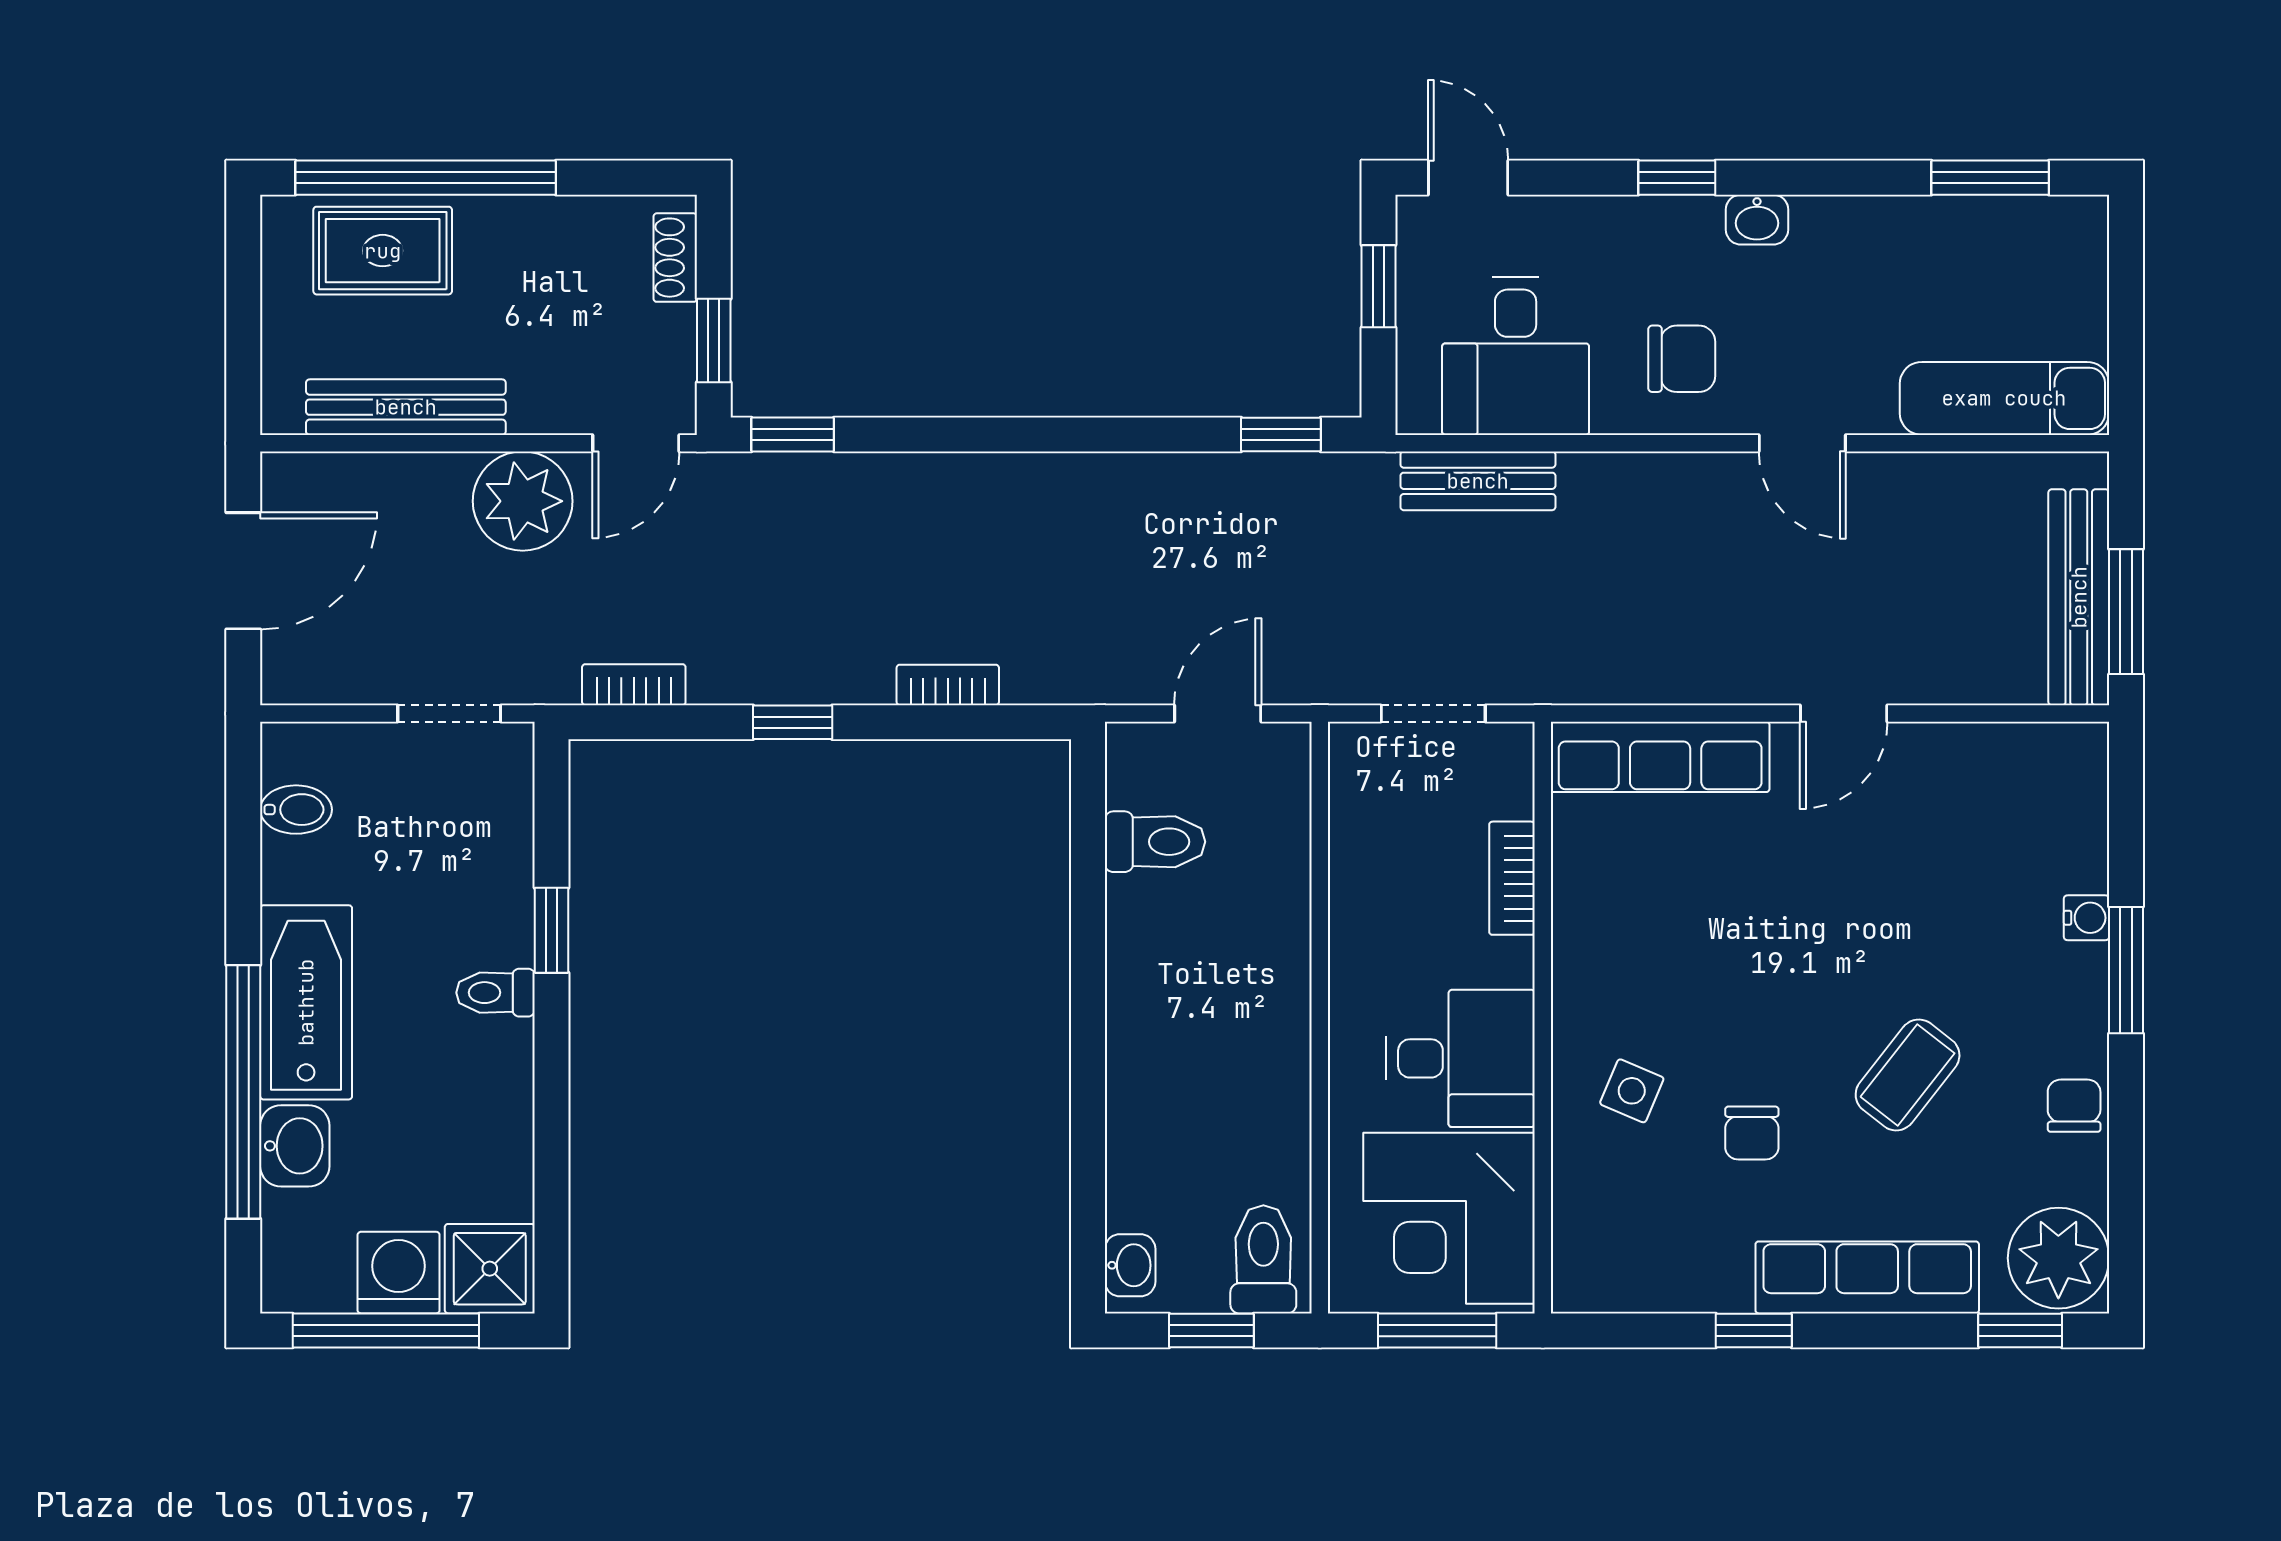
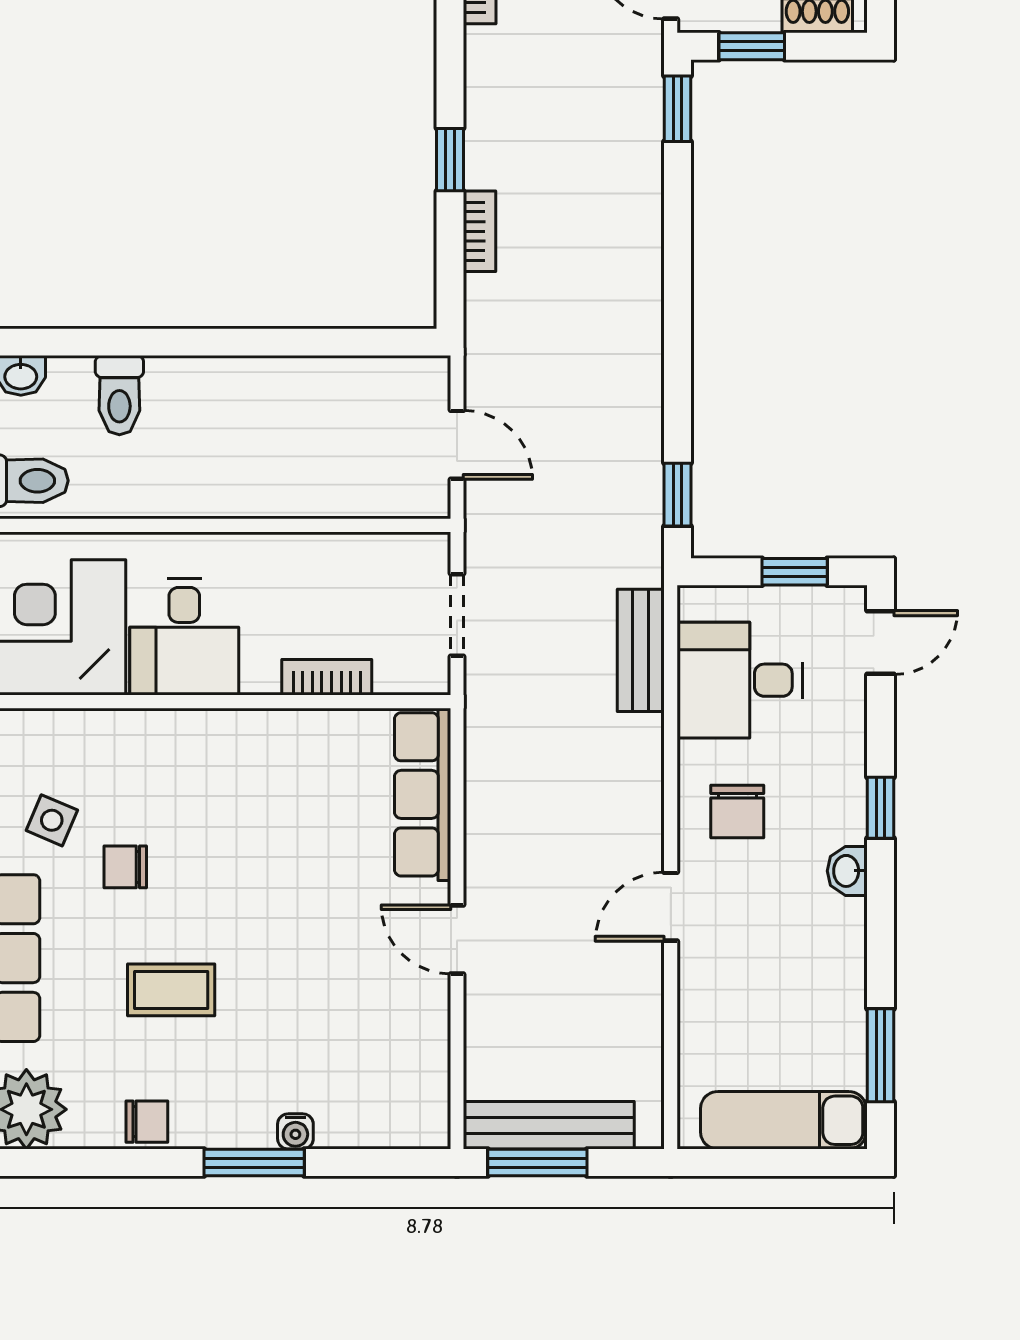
exam couch: (2004, 398) -> (783, 1120), moved, turned -90
window: (793, 722) -> (450, 160), moved
toilet: (1155, 842) -> (119, 395), moved
coffee table: (1908, 1075) -> (171, 990), turned -38
side table: (1632, 1091) -> (52, 820), moved

